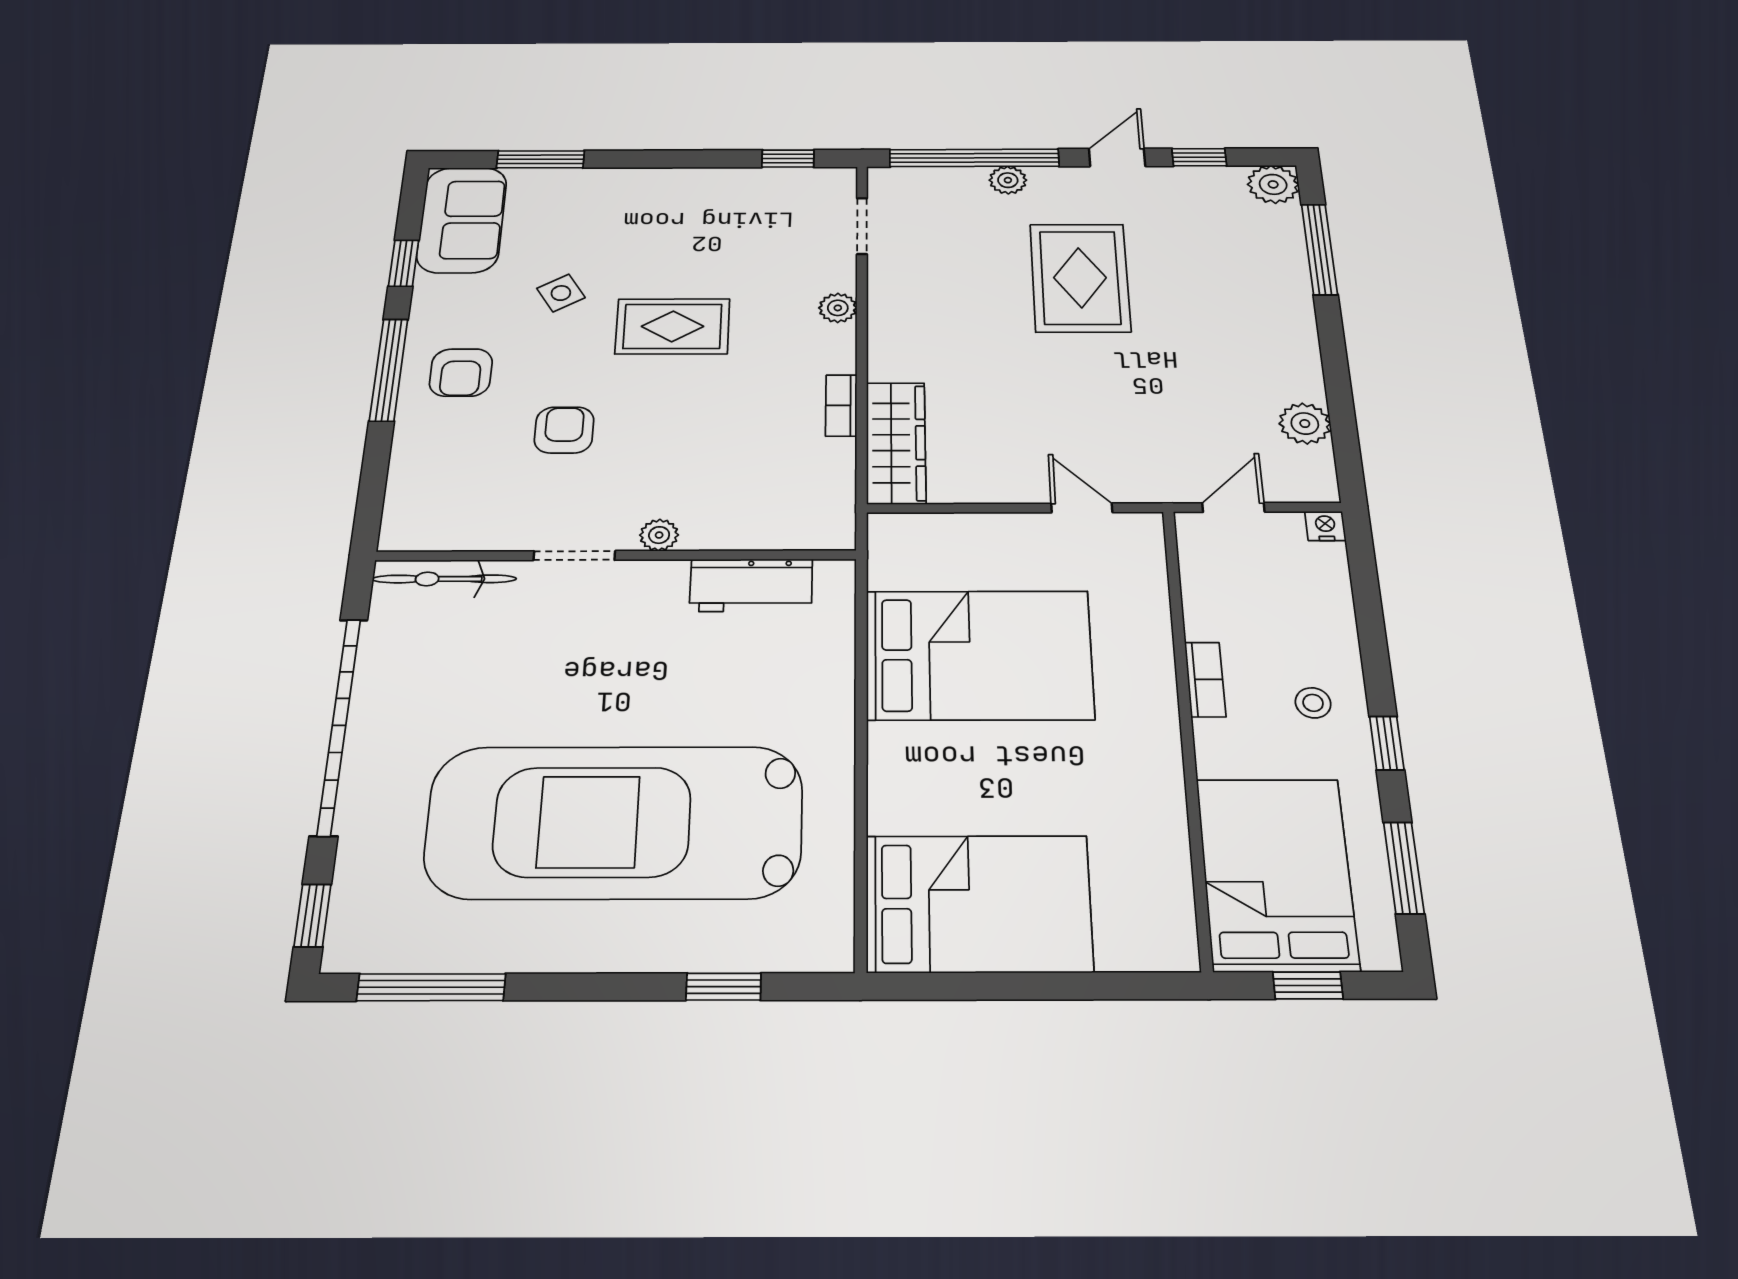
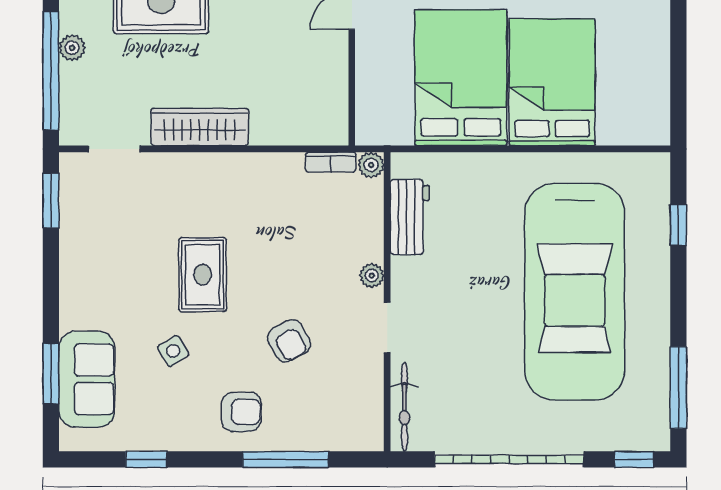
window: (788, 159) -> (51, 201), width x1.50
sofa: (462, 220) -> (87, 379), moved, turned 90
plant: (838, 308) -> (371, 165), moved
window: (389, 370) -> (286, 459), moved
bookcase: (841, 405) -> (331, 162), moved
armchair: (564, 430) -> (289, 341), turned -119
wardrobe: (896, 443) -> (200, 127), moved
bed: (978, 903) -> (552, 82), moved

